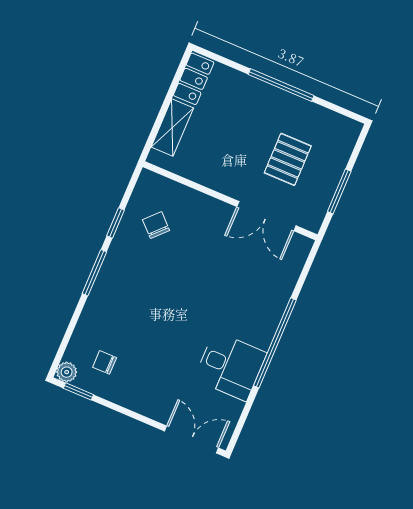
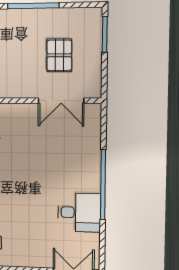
window: (339, 191) -> (105, 35), moved

